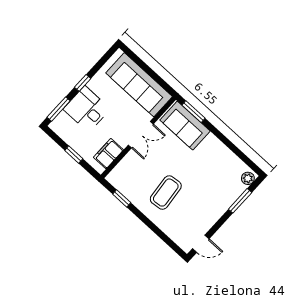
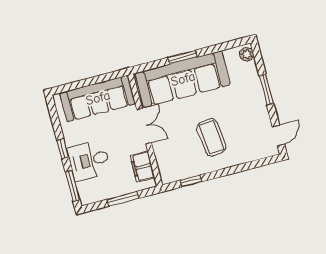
window: (194, 112) -> (183, 57), moved
sofa: (185, 126) -> (183, 79), width x1.85, depth x1.27
window: (74, 155) -> (123, 199), width x1.50
window: (240, 201) -> (266, 89), moved

